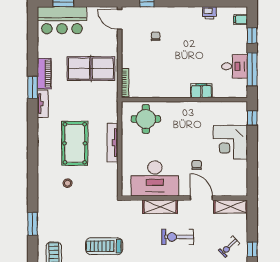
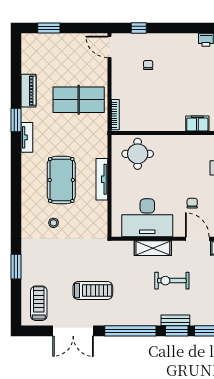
bar counter: (62, 20) -> (47, 48), removed
piano: (44, 74) -> (28, 91), moved
treadmill: (104, 246) -> (93, 291), turned 180

